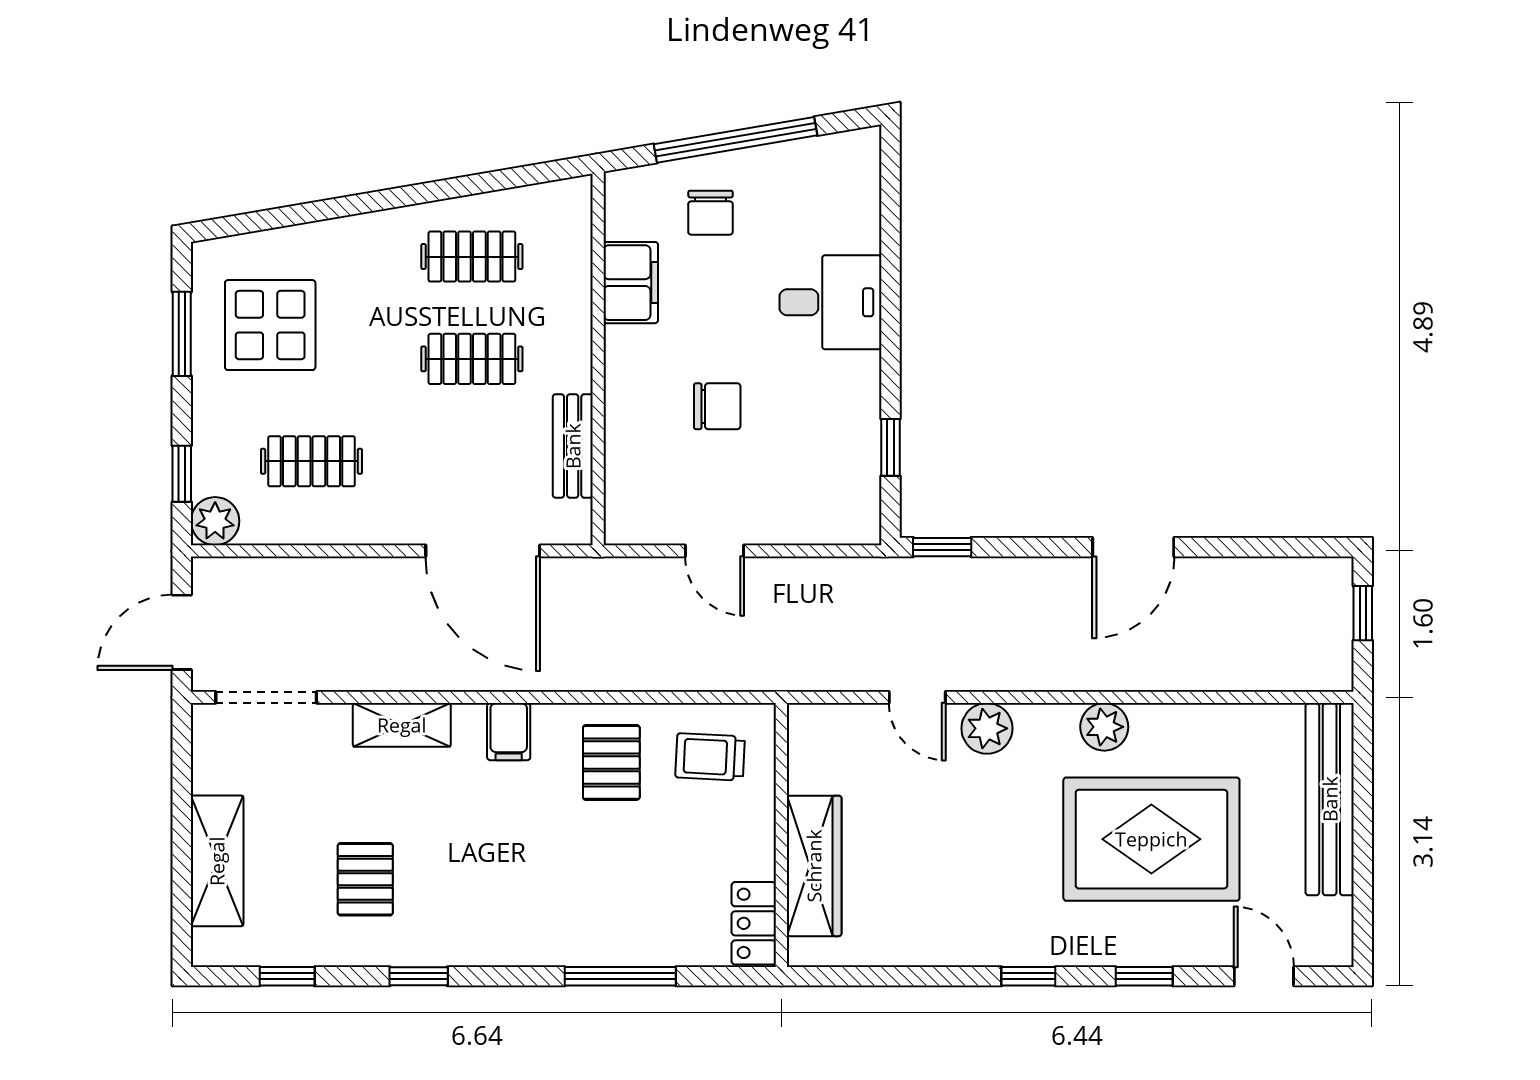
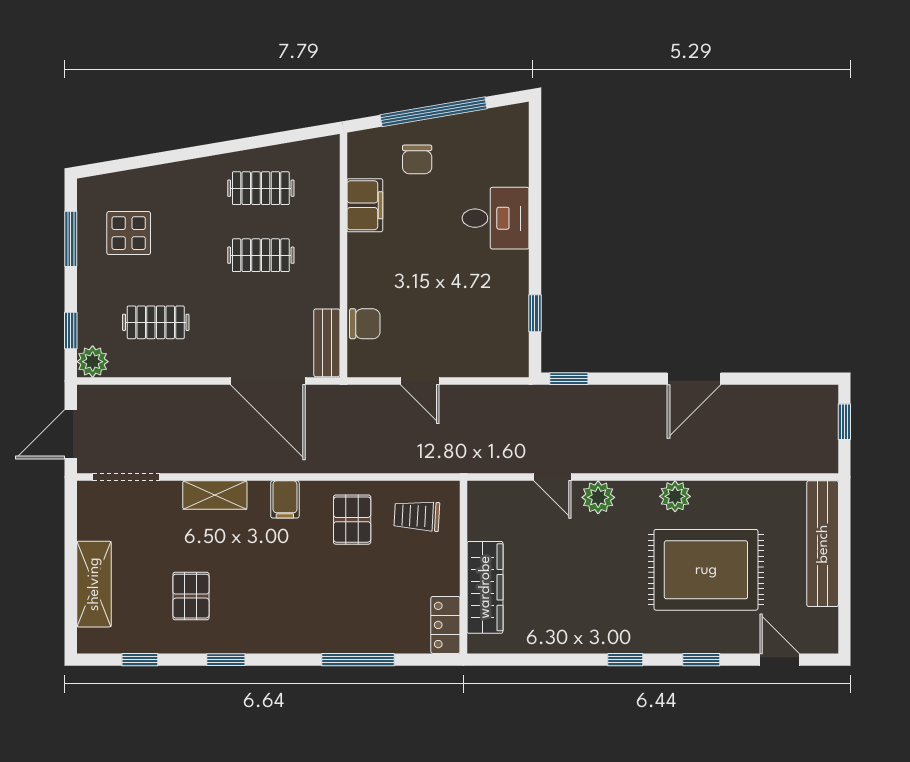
display table: (270, 325) -> (129, 233), width x0.73, depth x0.73
chair: (717, 406) -> (365, 324), moved
bench: (573, 446) -> (327, 343), moved

